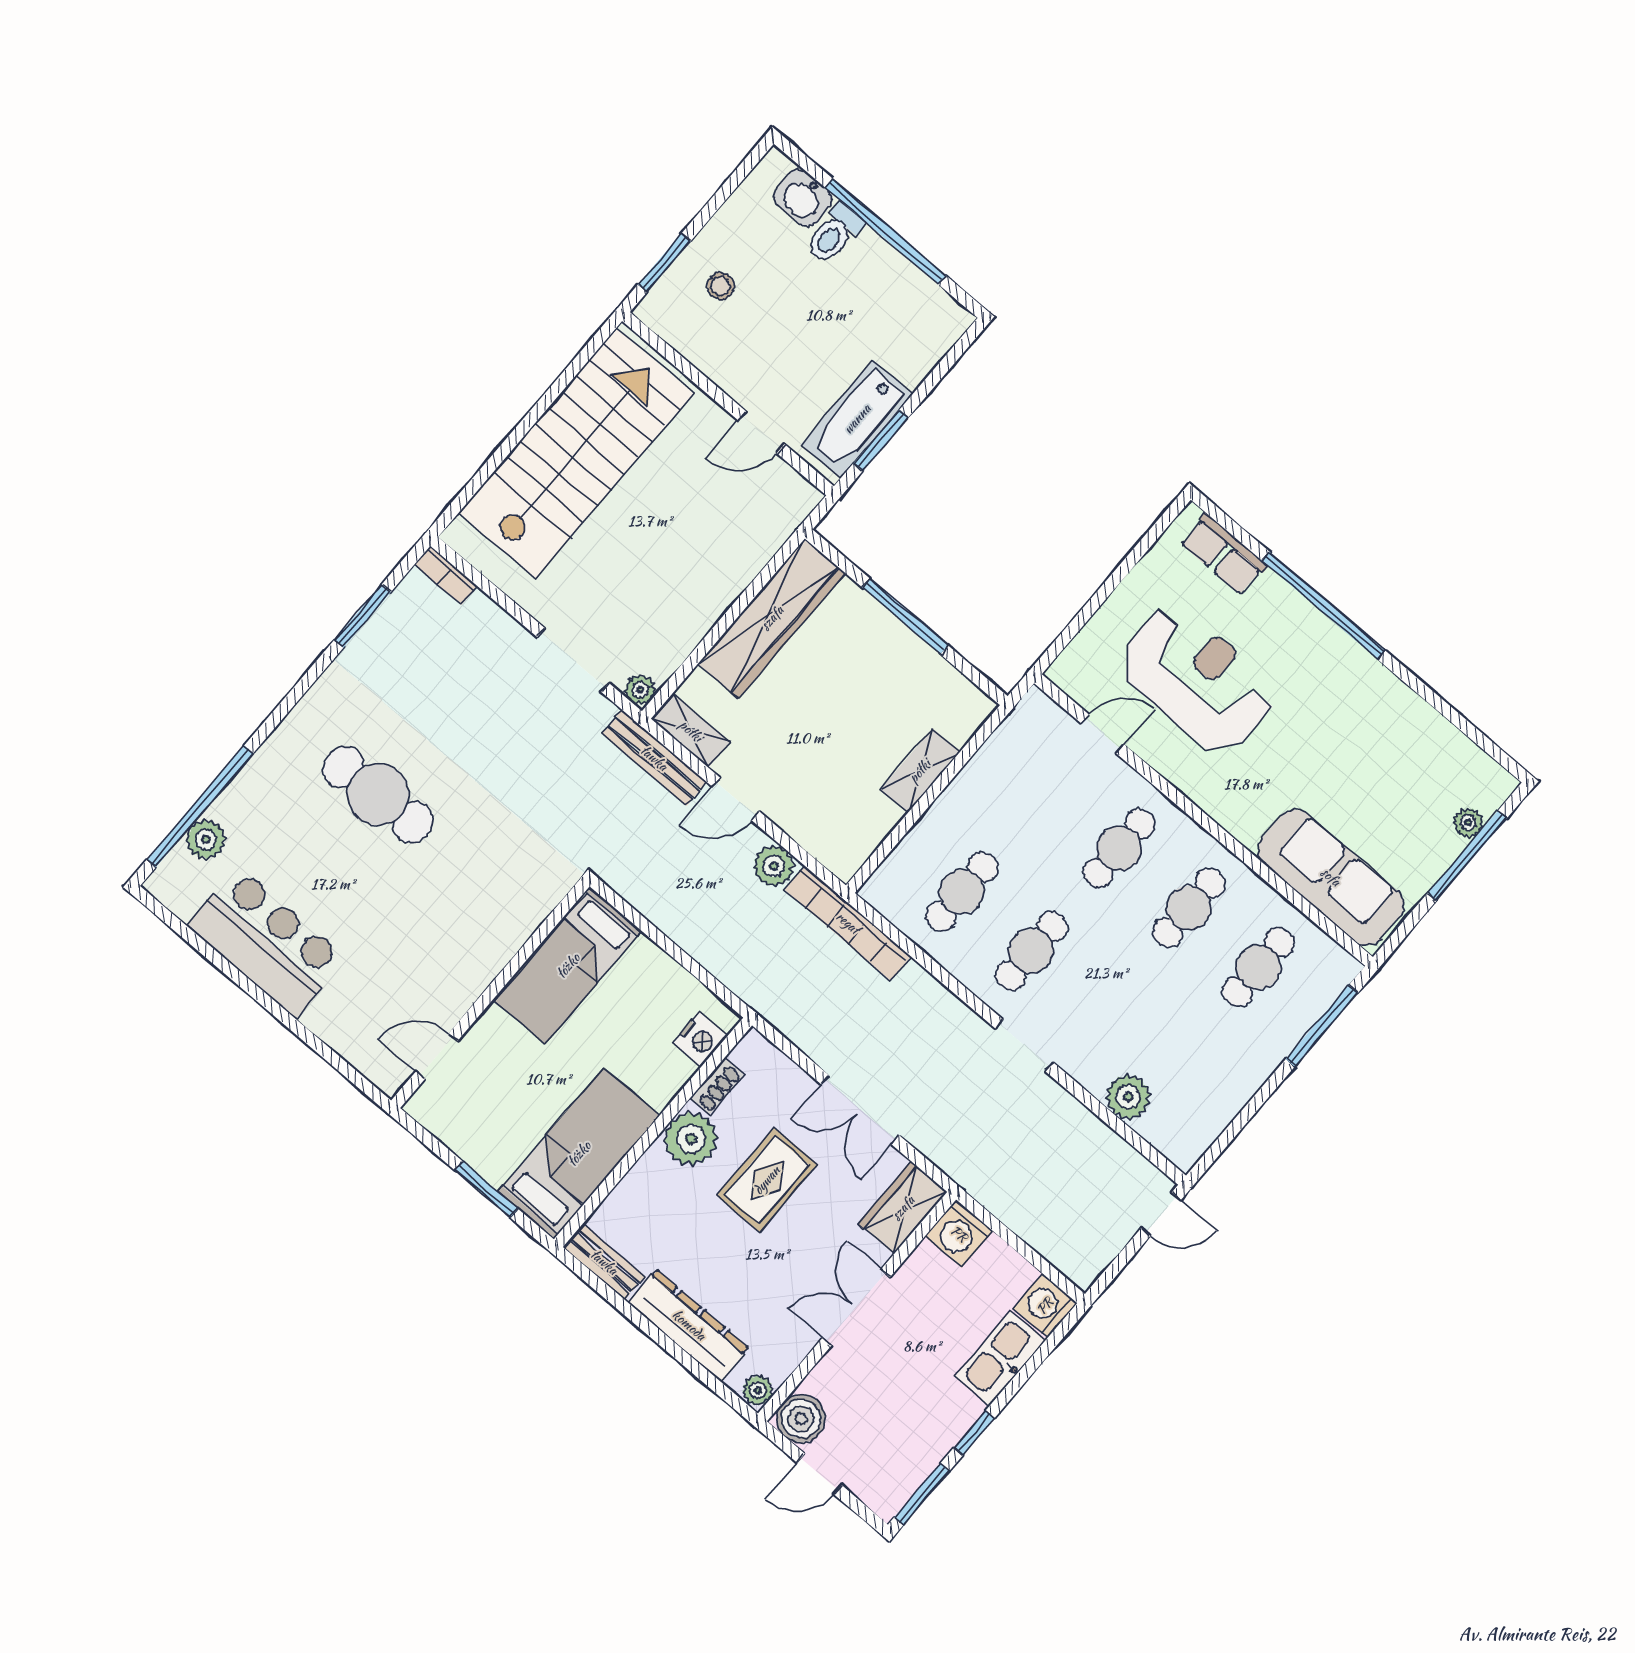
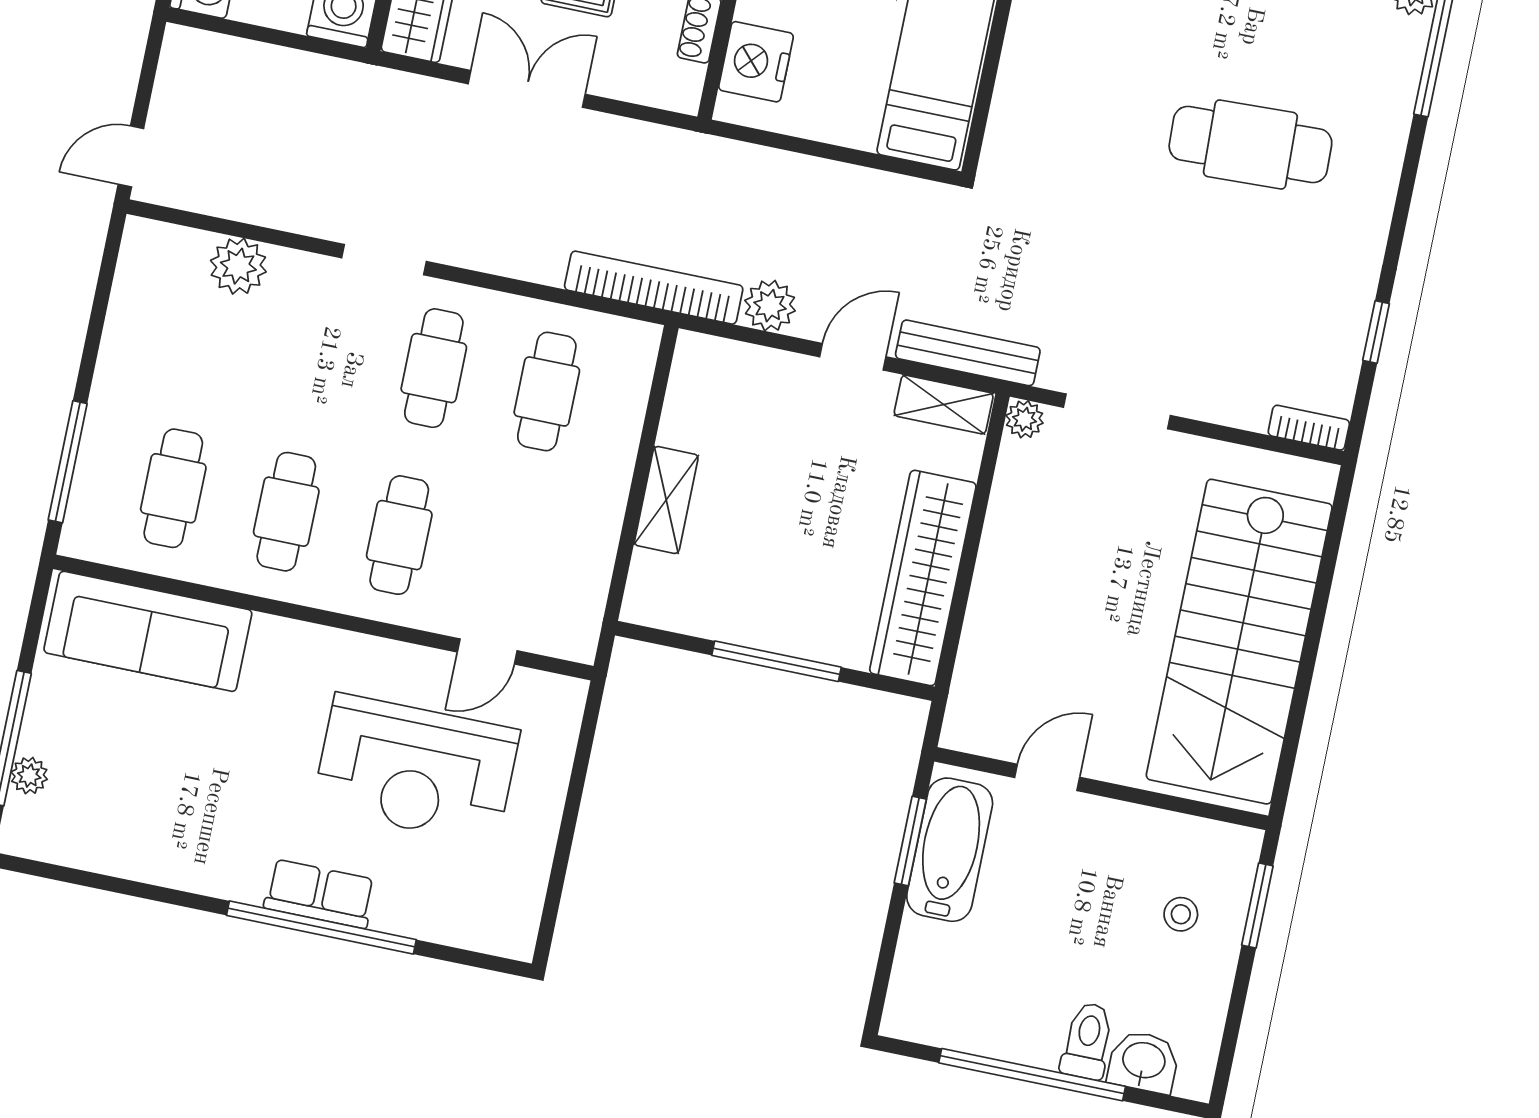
row of seats: (1224, 554) -> (320, 894), moved
window: (362, 616) -> (1376, 332), width x0.67
nightstand: (700, 1039) -> (756, 62), width x1.36, depth x1.33

